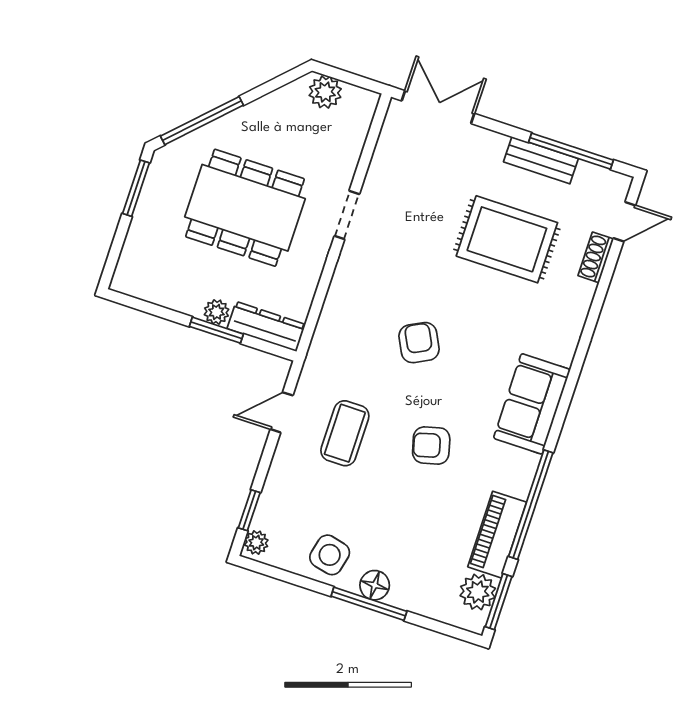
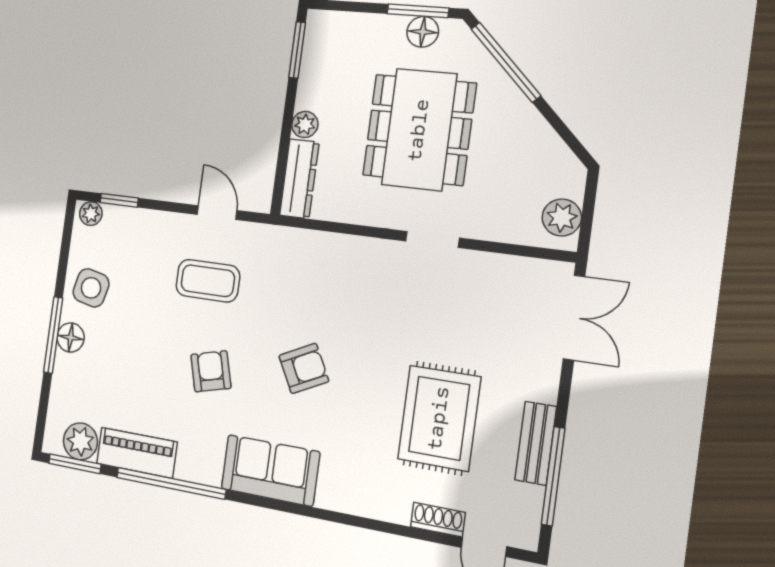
plant: (325, 92) -> (562, 218), moved
floor lamp: (156, 188) -> (423, 32), added
window: (216, 330) -> (297, 50), moved
armchair: (419, 343) -> (304, 368), moved

